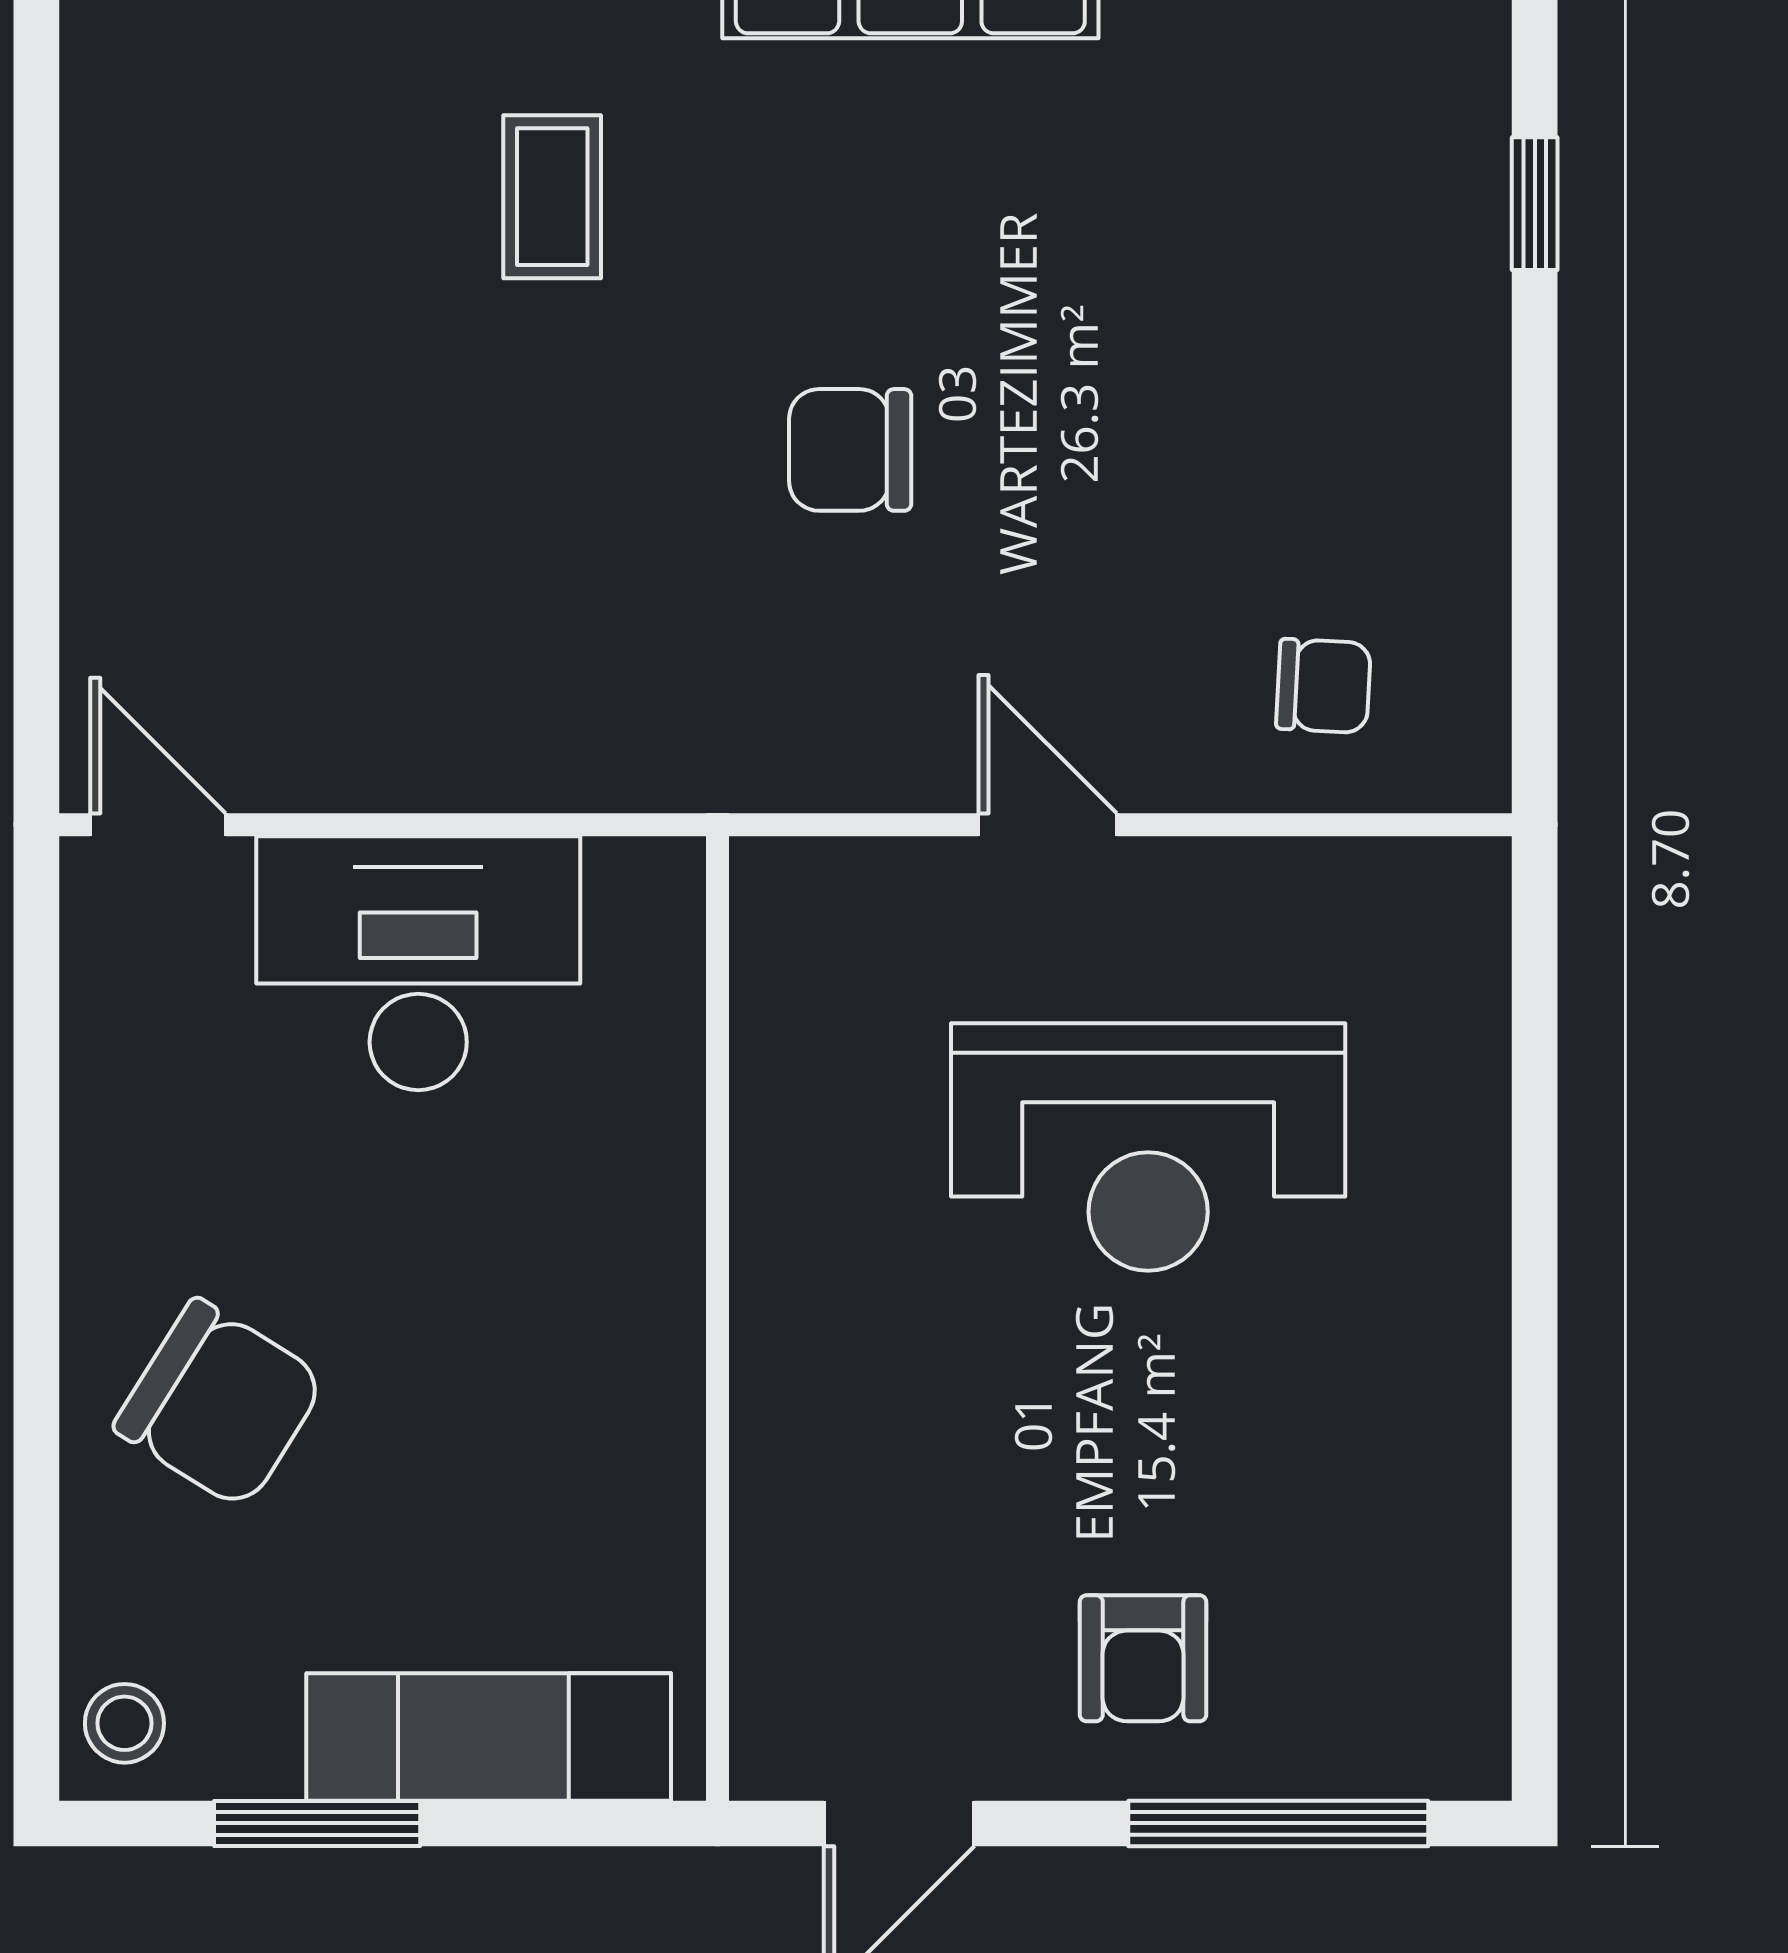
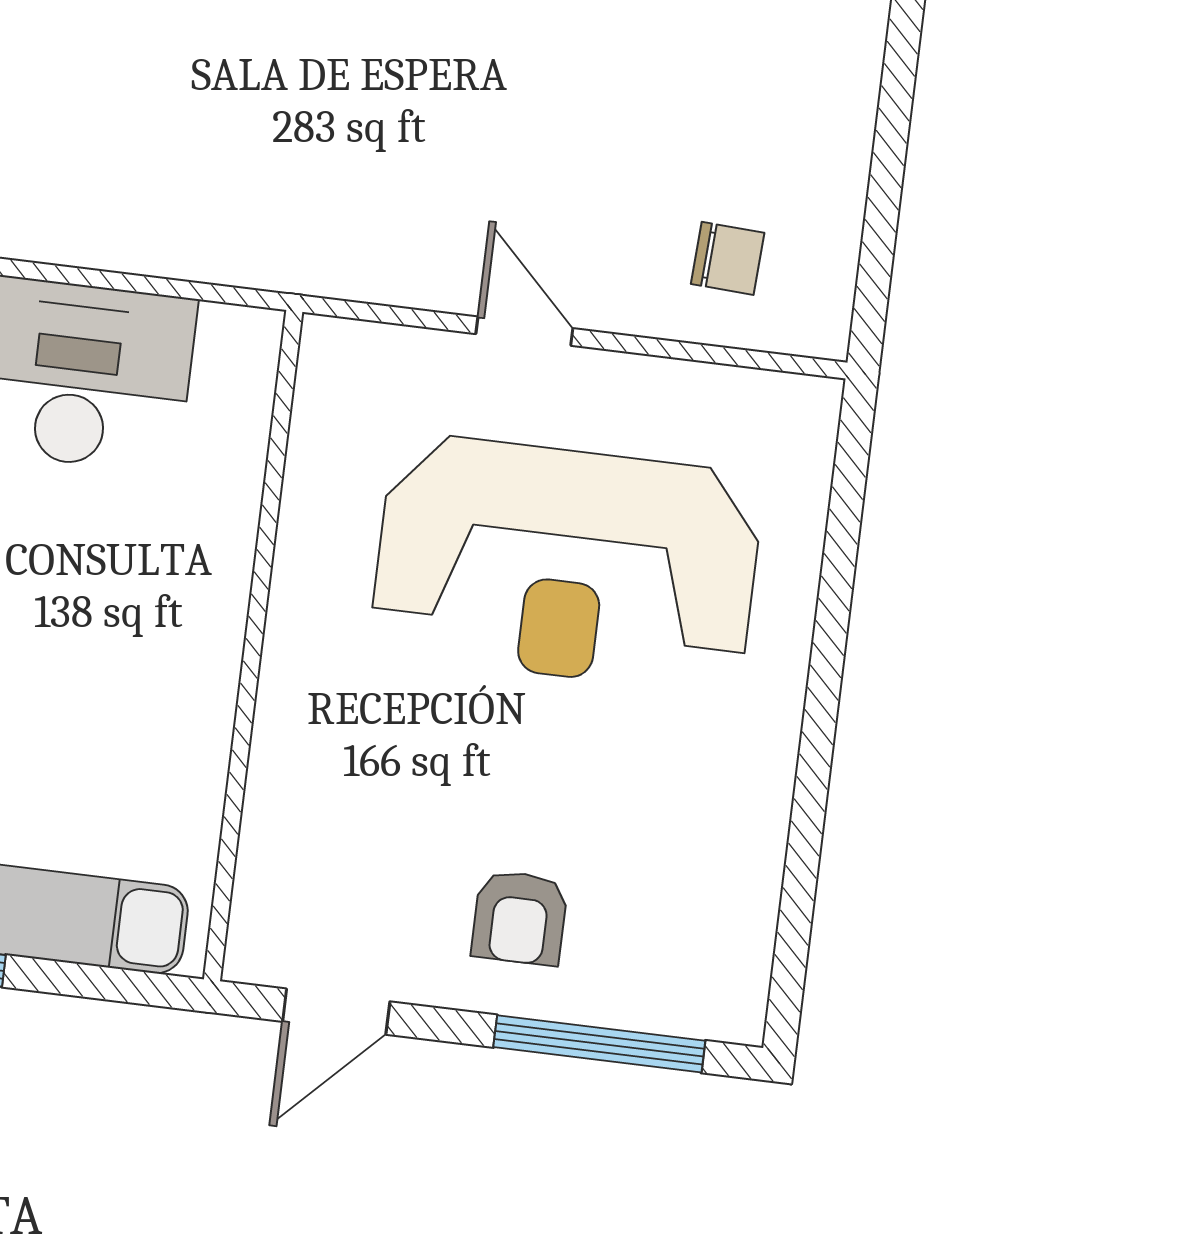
chair: (850, 450) -> (419, 54), removed
reception desk: (1148, 1147) -> (567, 563), width x1.36, depth x1.30

